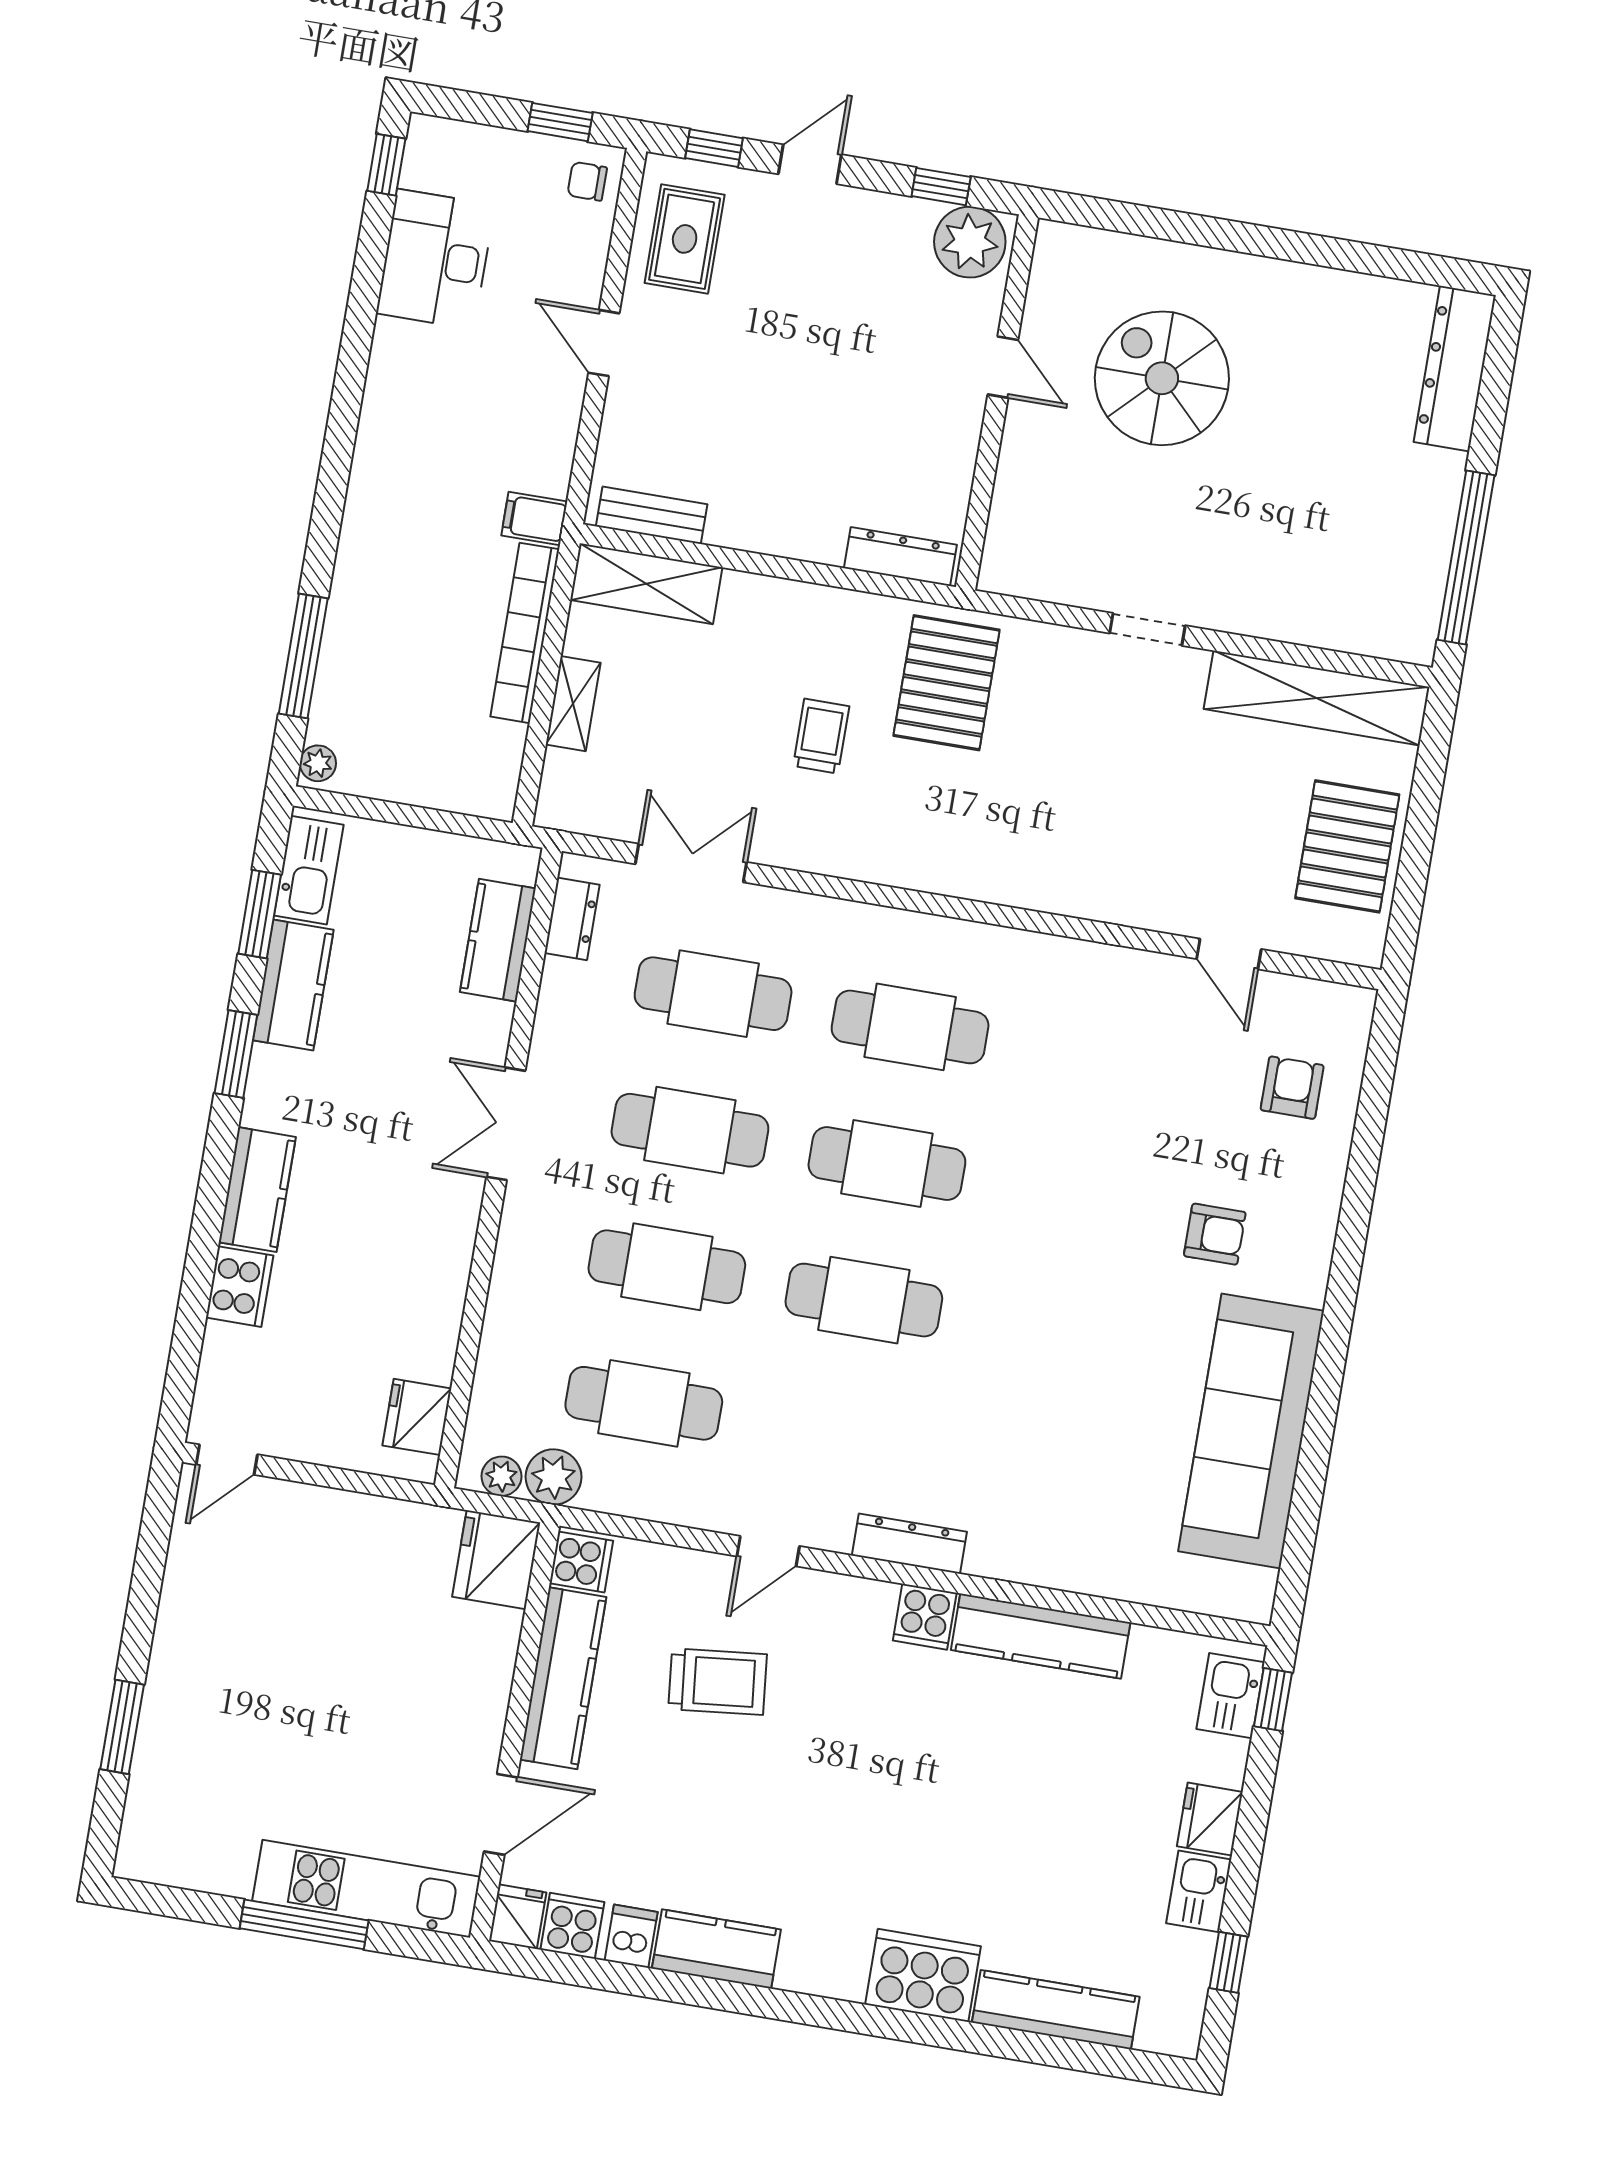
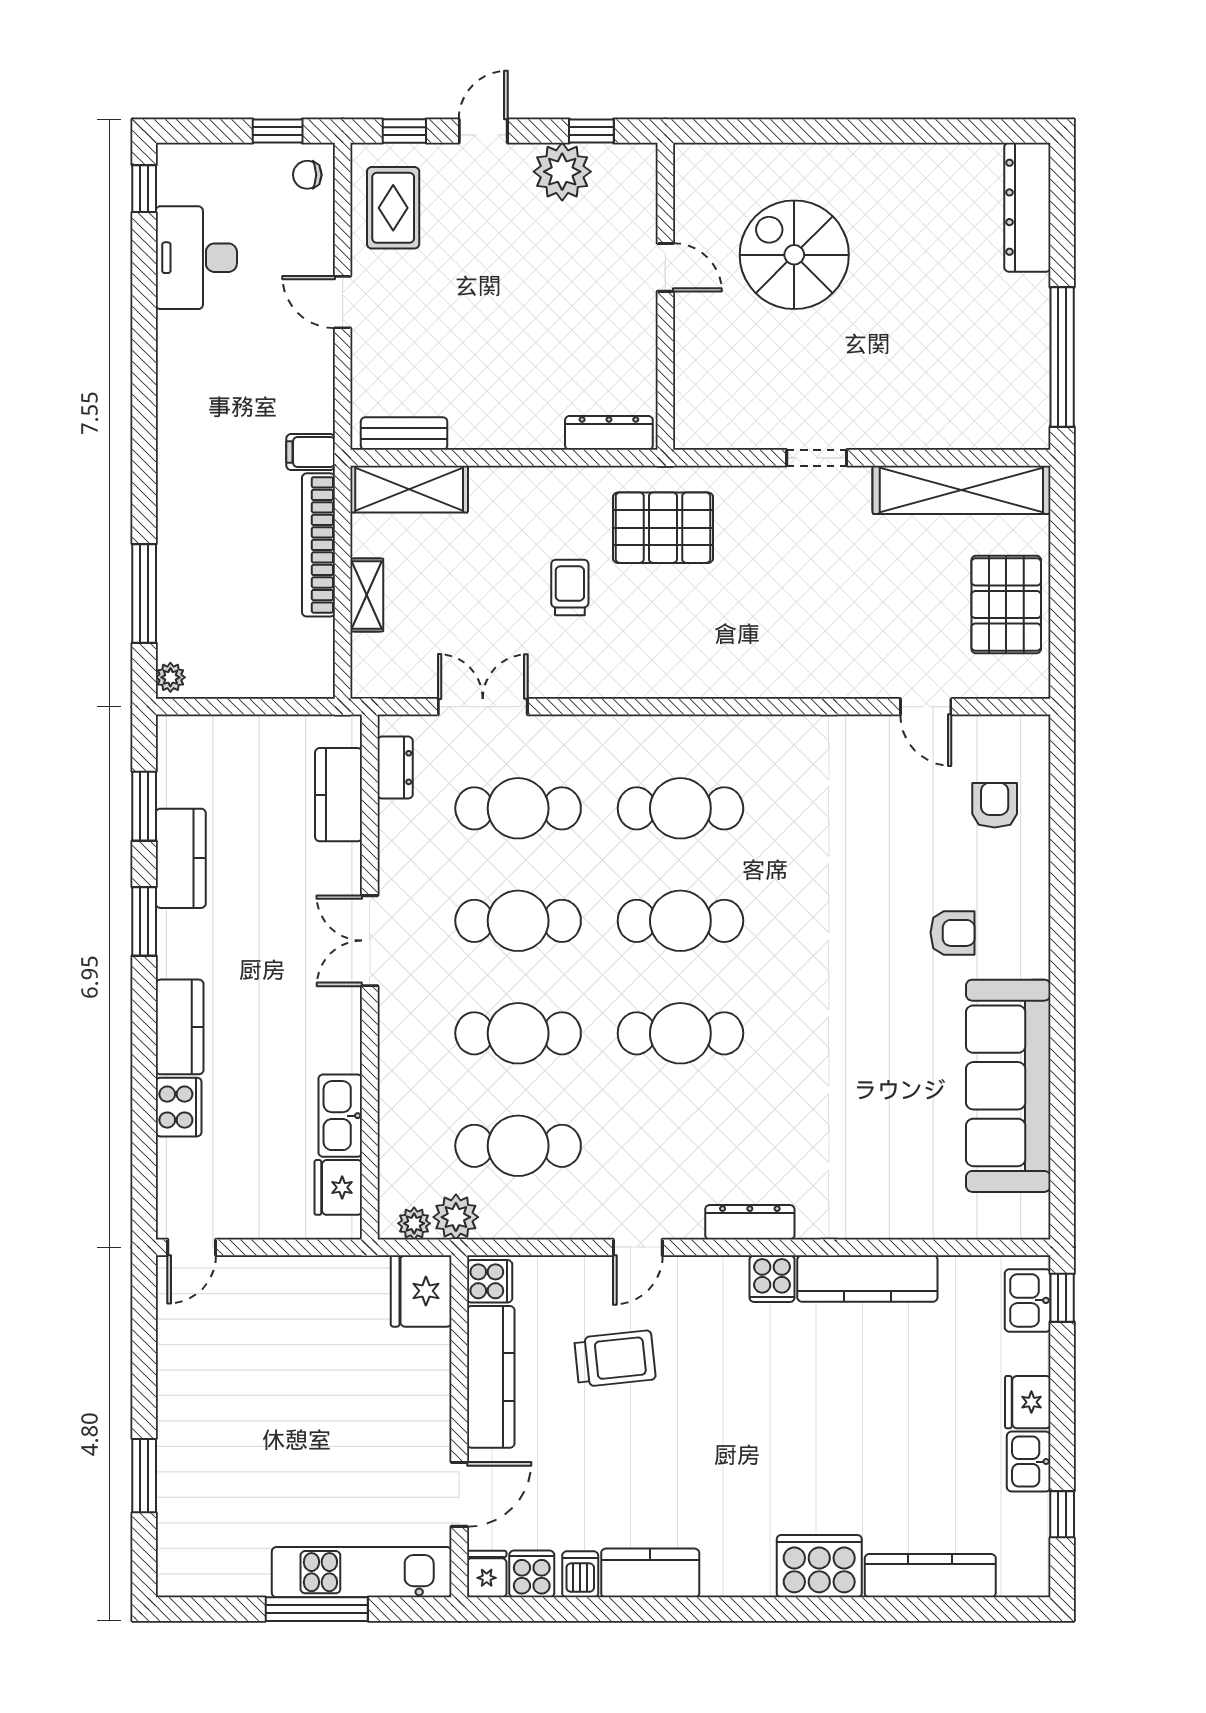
plant: (970, 242) -> (562, 172), moved
pallet: (947, 683) -> (663, 528), turned 90
kitchen sink: (309, 870) -> (340, 1116), moved, turned 180

